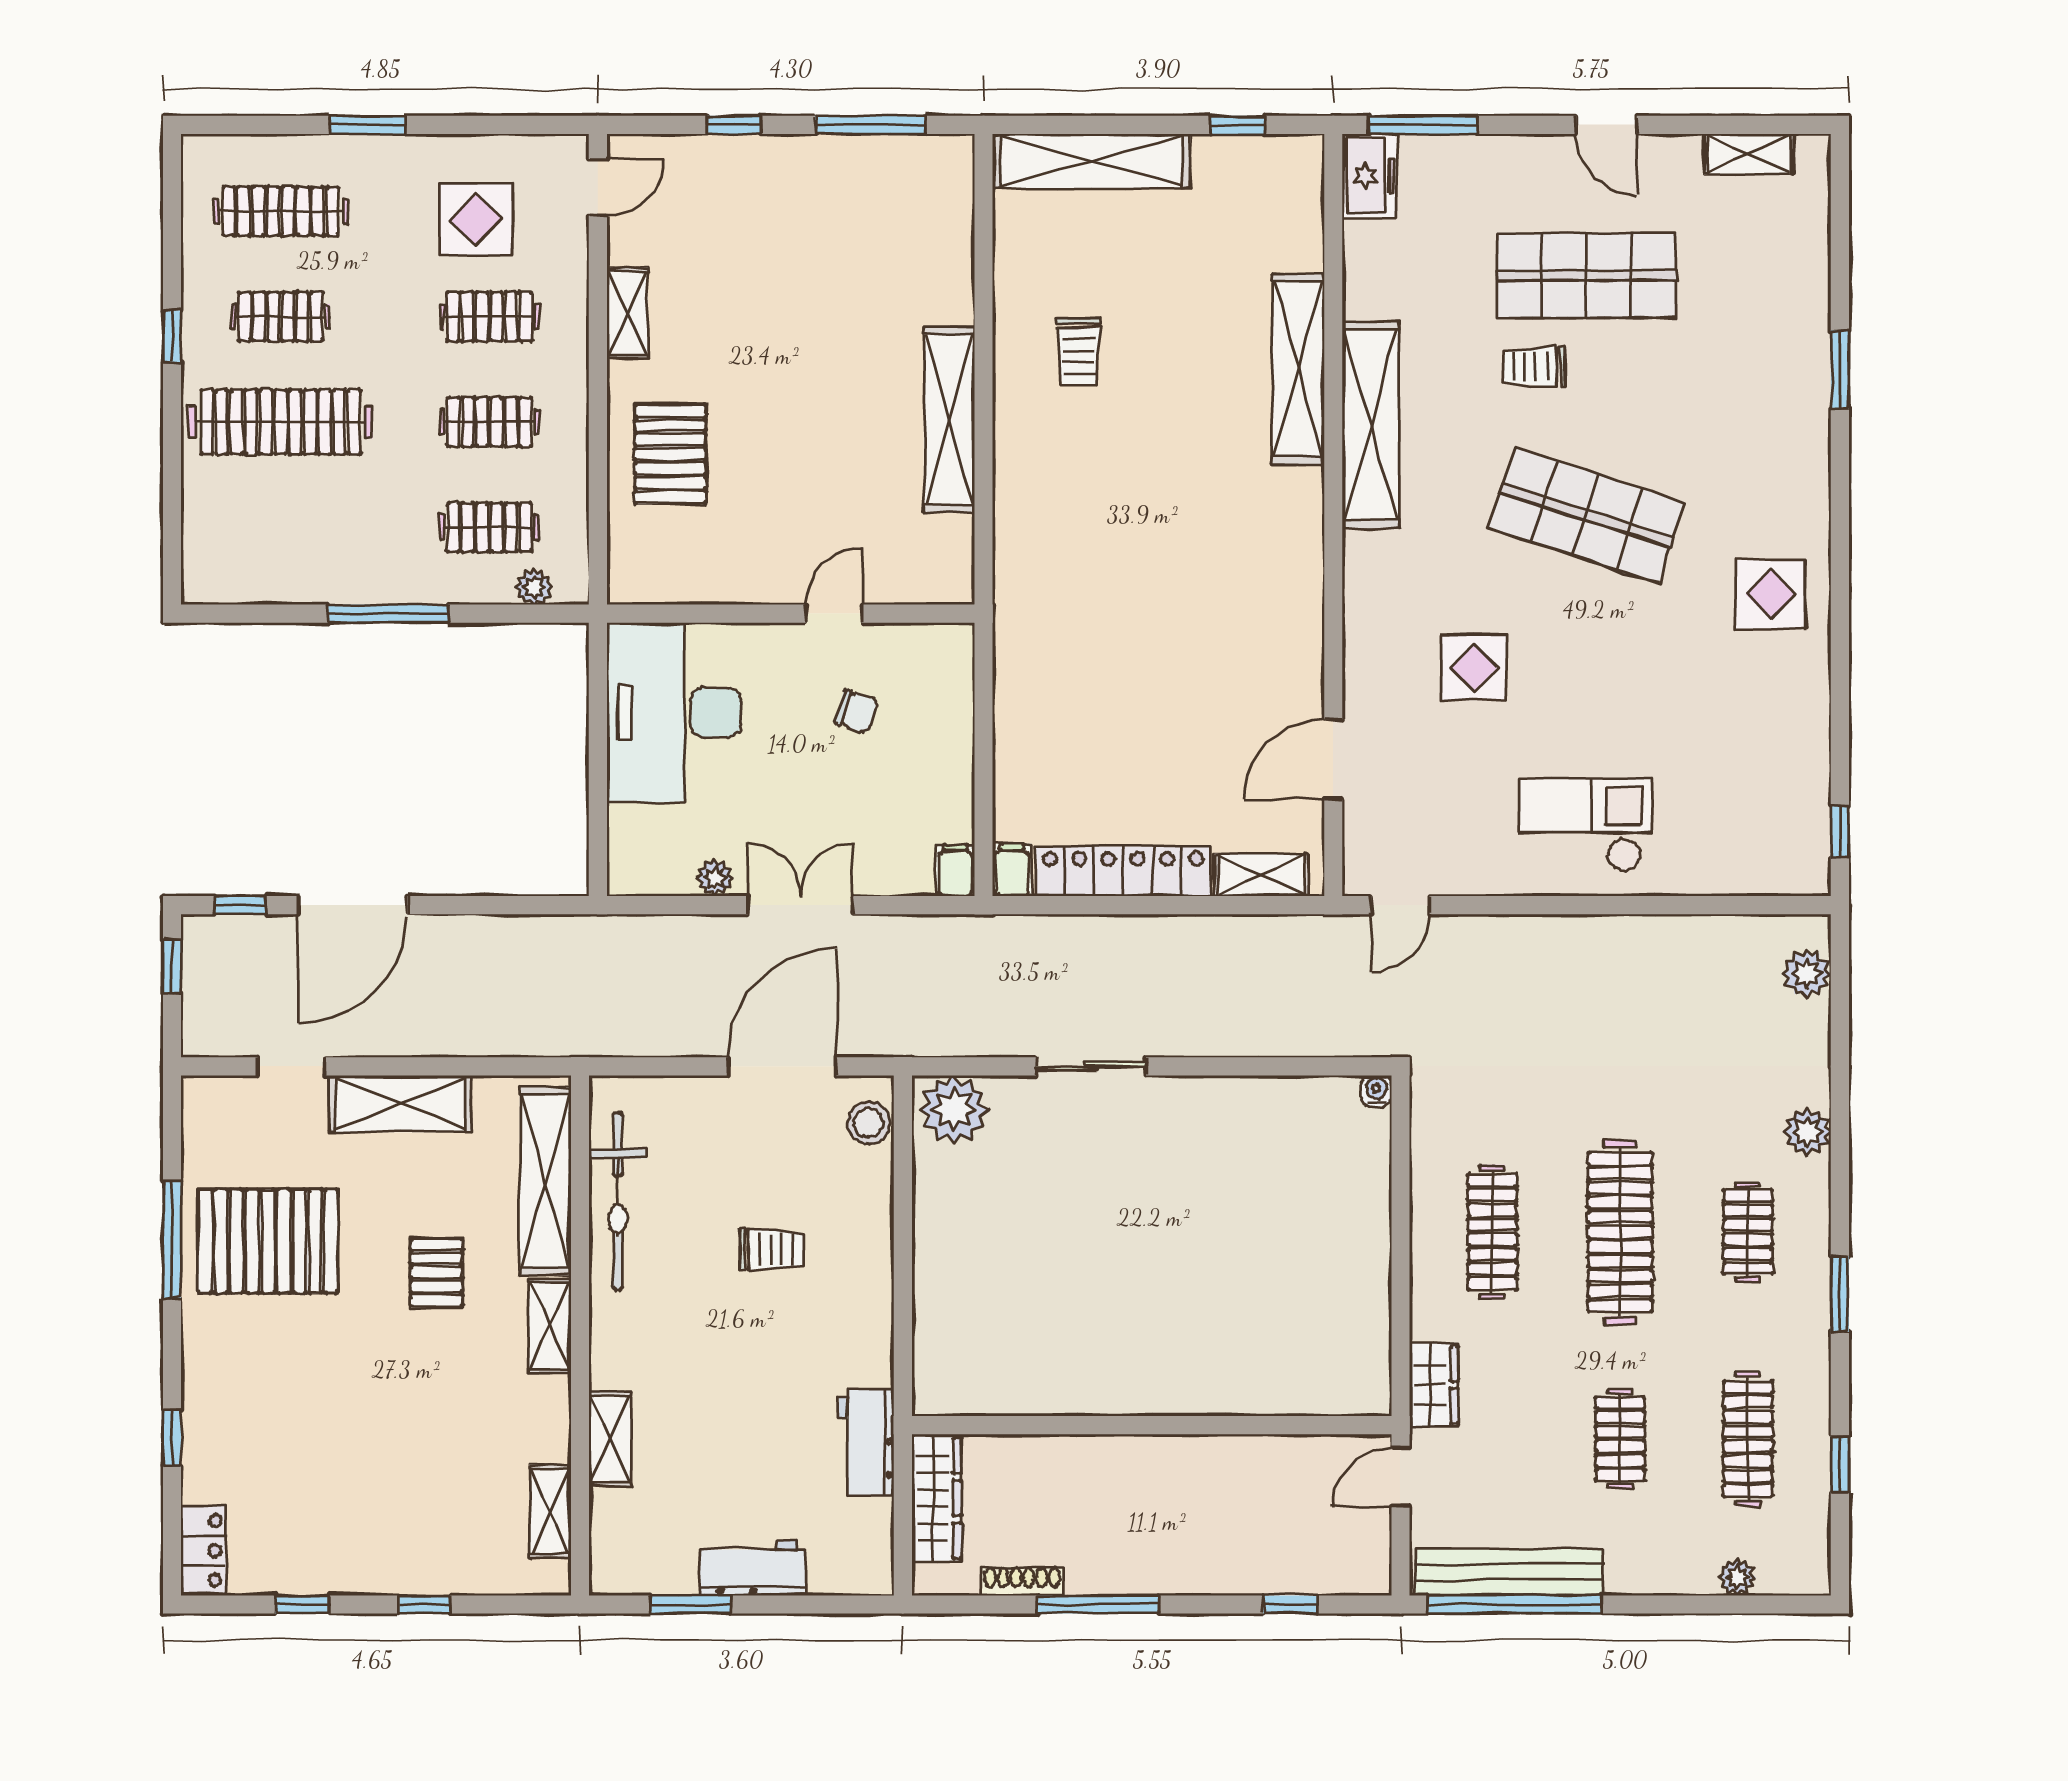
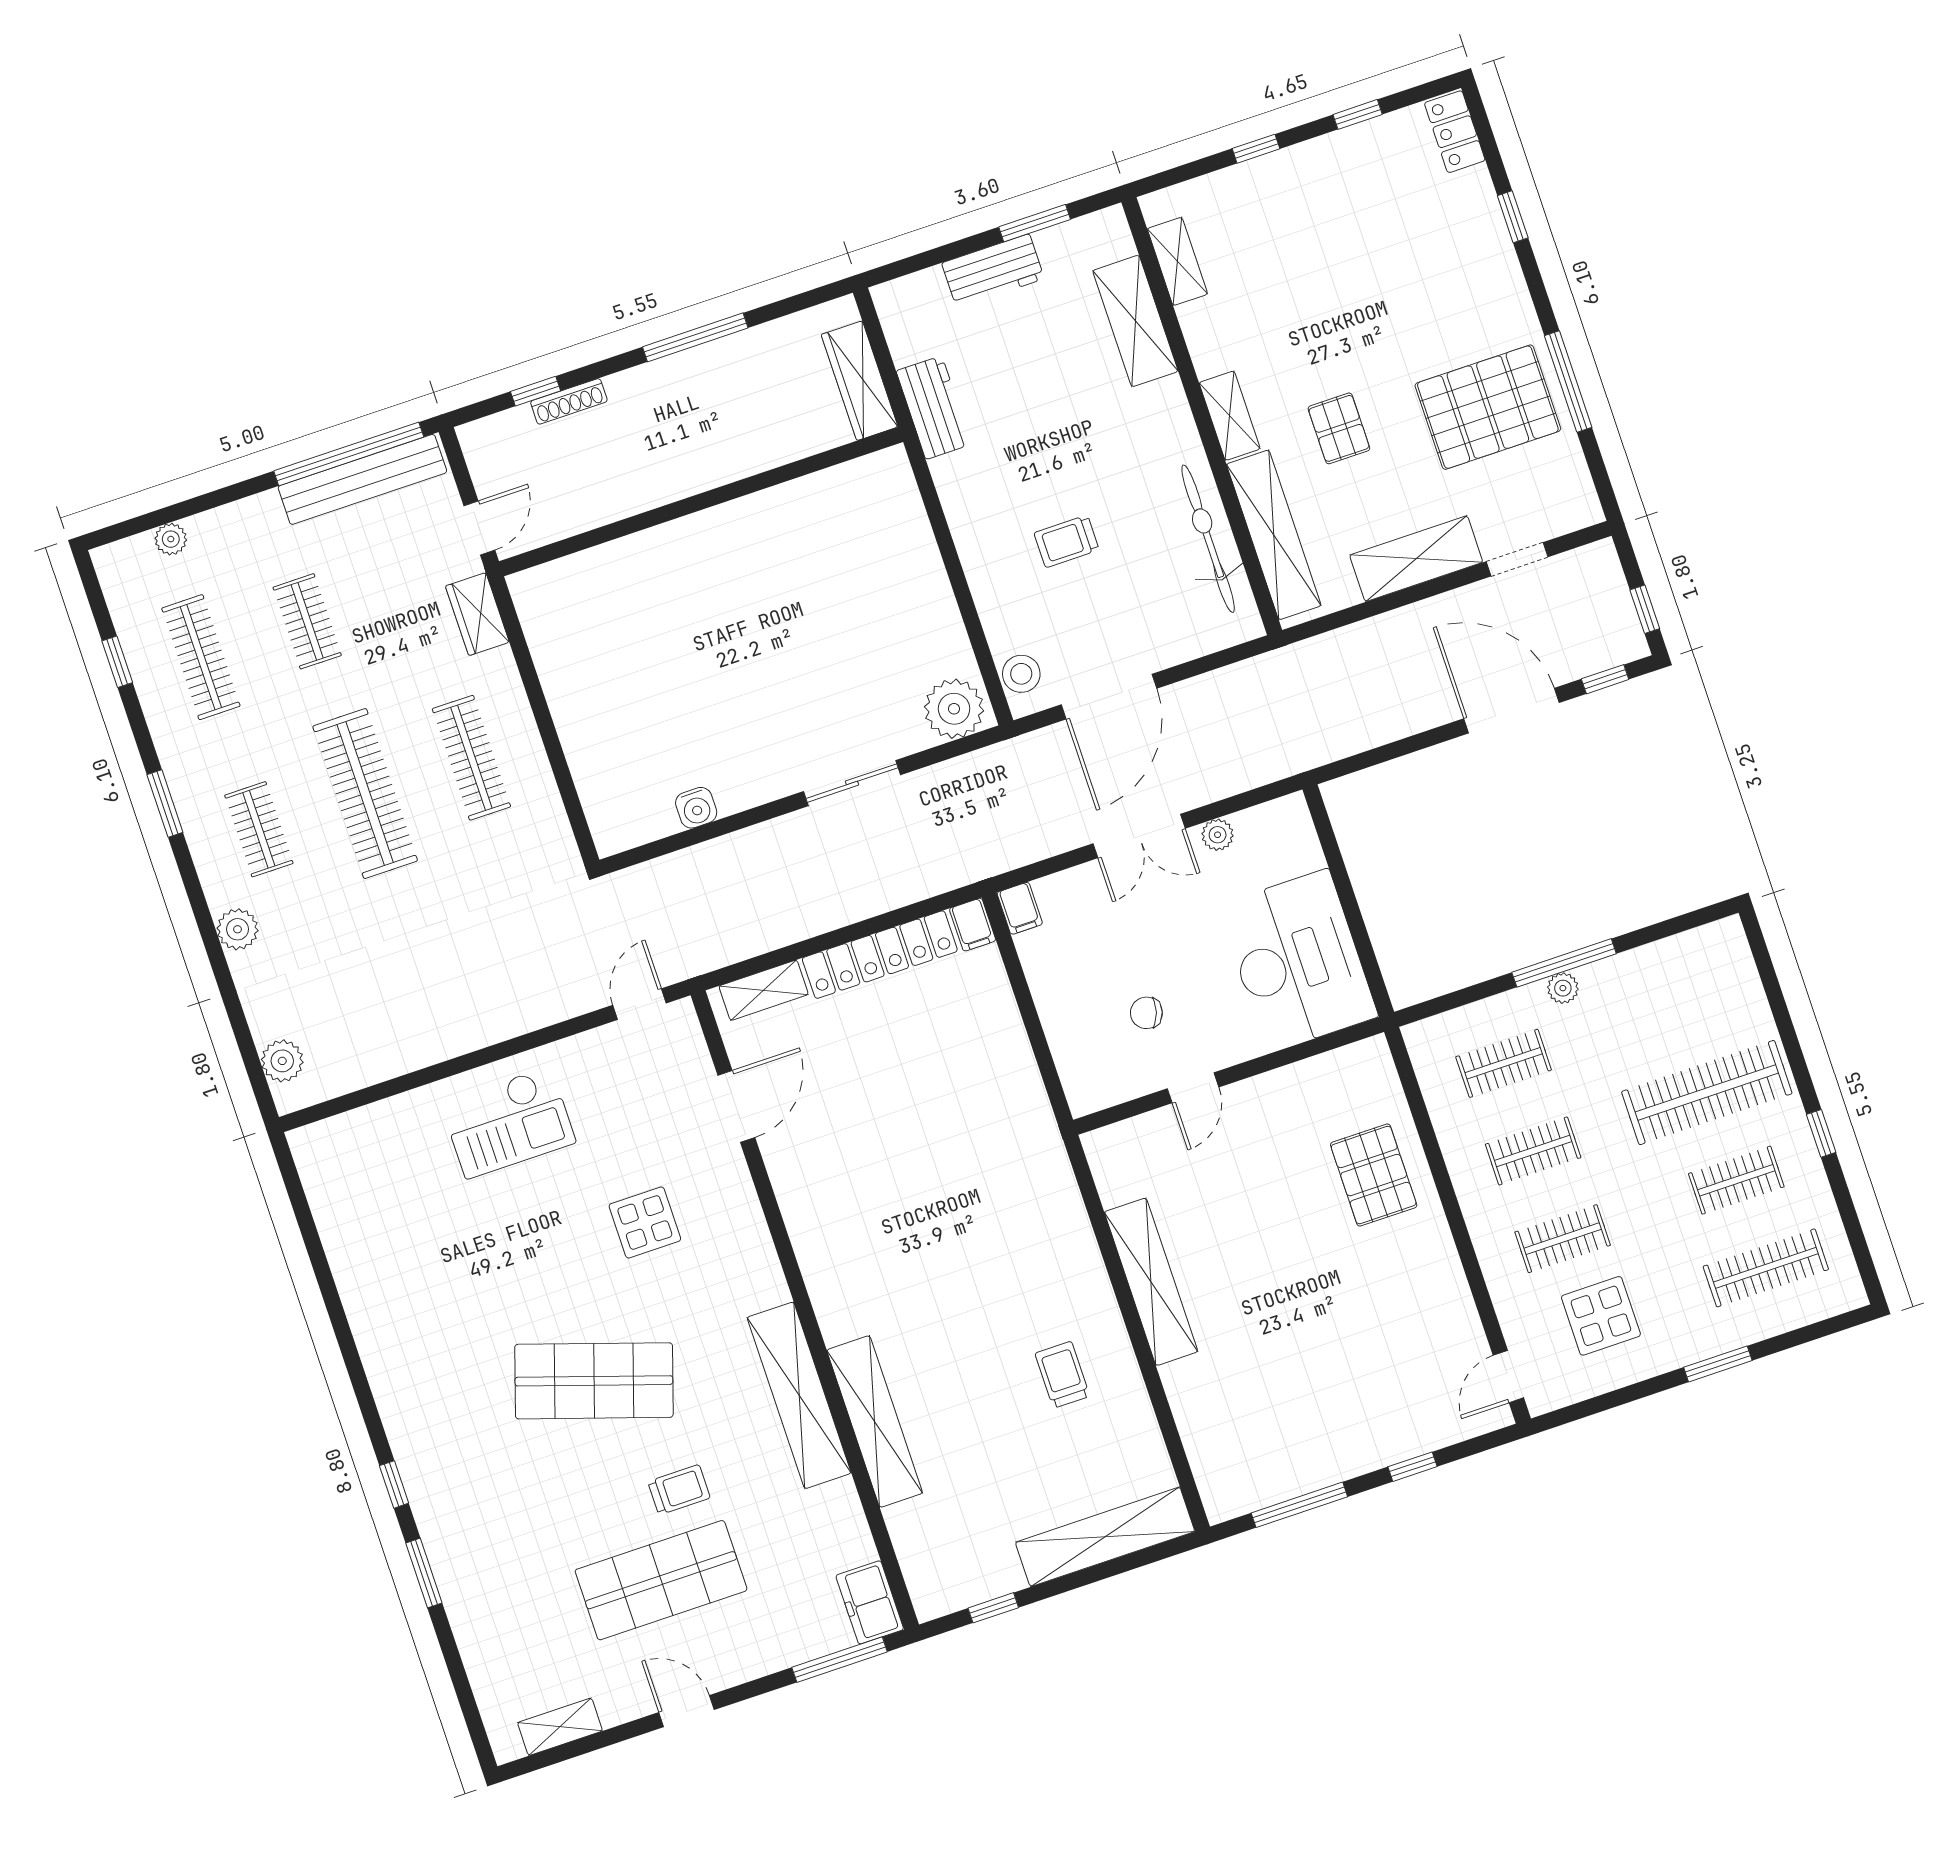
shelving: (627, 313) -> (1449, 1280), removed
plant: (534, 587) -> (1563, 988), moved
display table: (1771, 594) -> (419, 1367), removed
window: (1840, 832) -> (394, 1484), moved
door: (353, 905) -> (1511, 711), hinge flipped
water cooler: (1376, 1091) -> (696, 808), moved, width x1.38, depth x1.38
shelving: (610, 1439) -> (1135, 321), width x1.50, depth x1.33
shoe rack: (1022, 1581) -> (569, 401), moved

